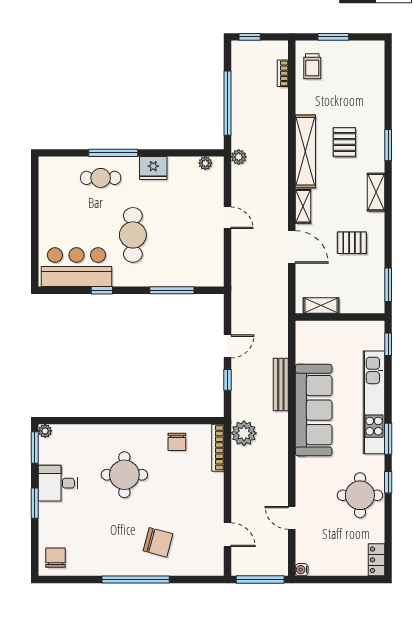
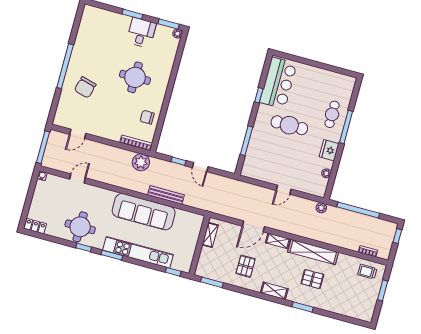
plant: (205, 163) -> (326, 173), moved
chair: (55, 558) -> (93, 18), removed

